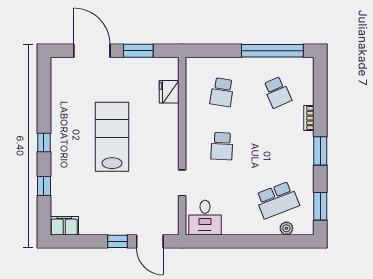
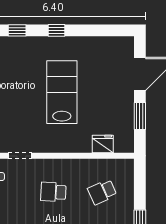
school desk: (222, 92) -> (102, 192), turned -33
lab bench: (112, 137) -> (62, 92), turned -90

